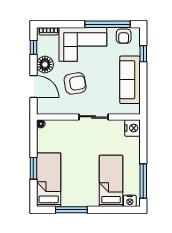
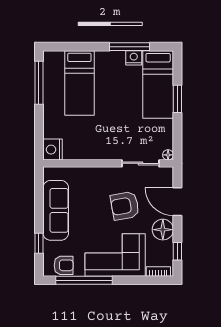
armchair: (124, 36) -> (64, 265), turned 90
sliding door: (94, 117) -> (141, 163), moved
nightstand: (130, 201) -> (134, 58), moved

